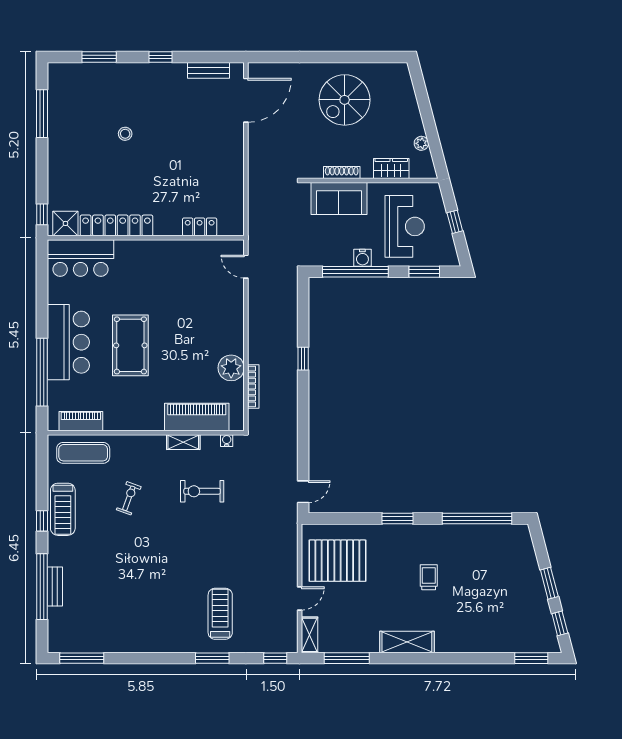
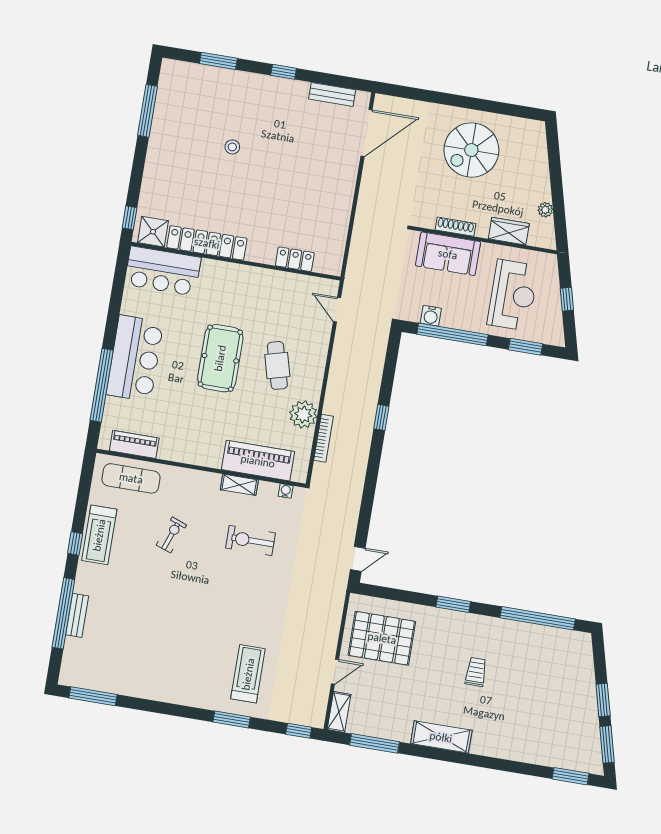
water cooler: (362, 258) -> (431, 316), moved
cafe table: (200, 327) -> (277, 365), added
pool table: (130, 345) -> (220, 358), moved
window: (560, 623) -> (607, 744), width x1.50

